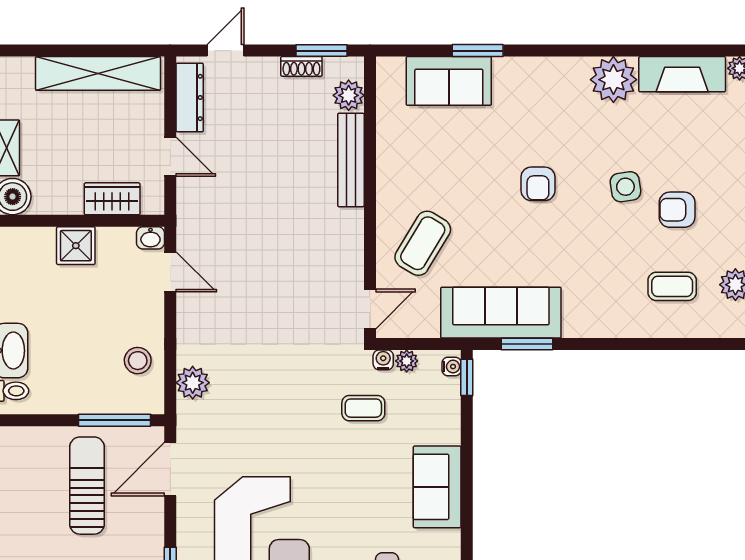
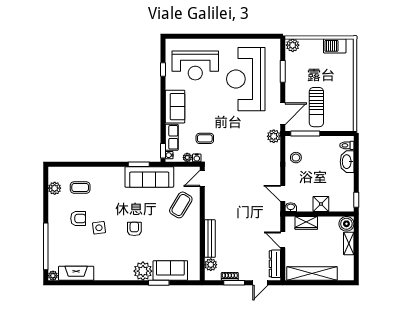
window: (321, 51) -> (234, 283), moved
plant: (613, 80) -> (143, 271), moved
plant: (193, 383) -> (274, 136), moved
row of seats: (445, 411) -> (172, 137), added

